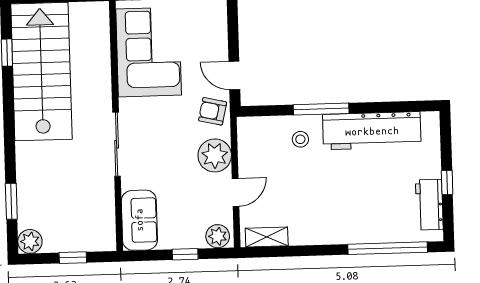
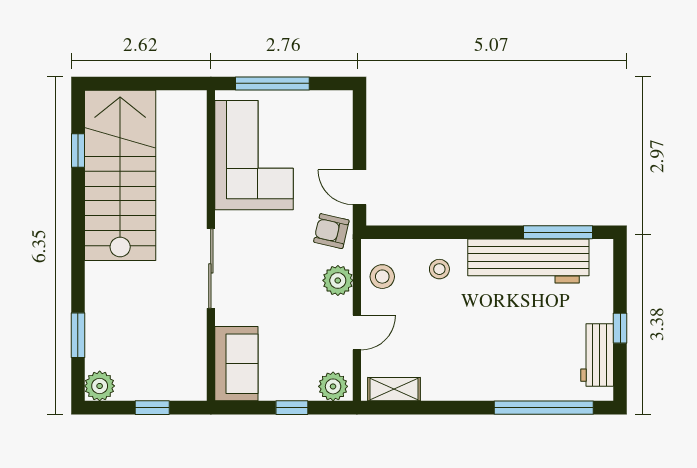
window: (321, 109) -> (558, 232), moved
stool: (255, 147) -> (382, 277), added
plant: (215, 155) -> (338, 280), width x0.73, depth x0.73

